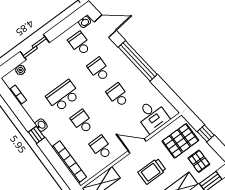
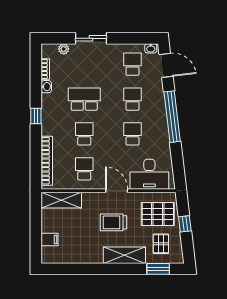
desk: (152, 116) -> (149, 174), width x1.37
washbasin: (41, 125) -> (46, 87), moved

